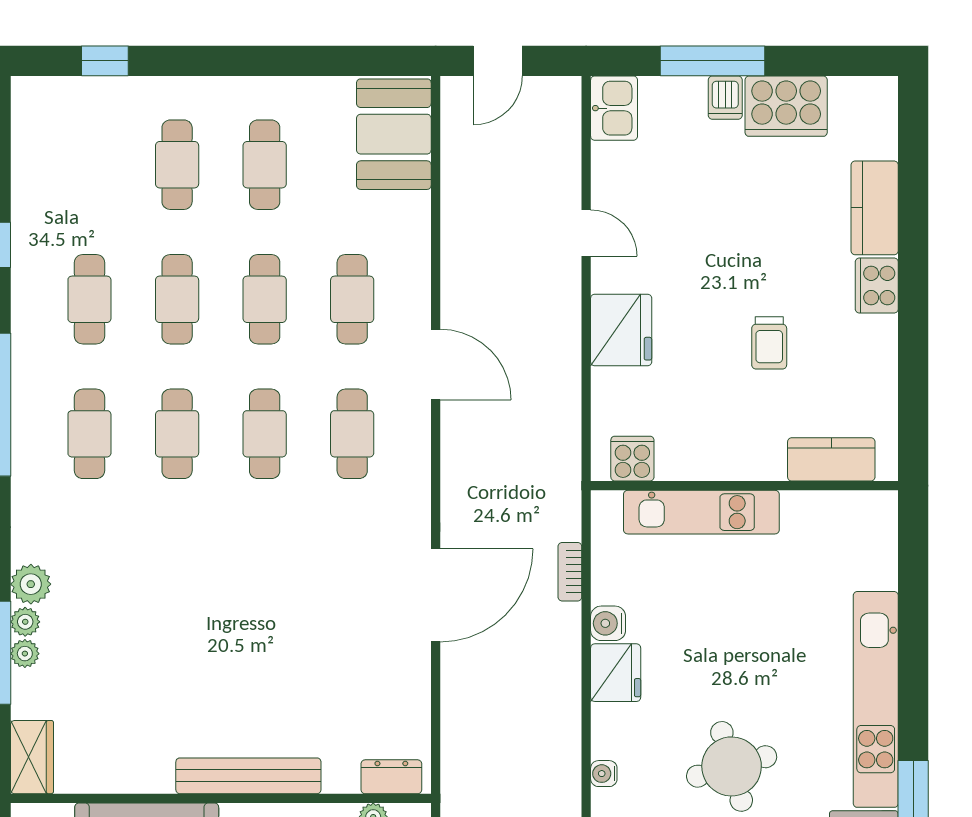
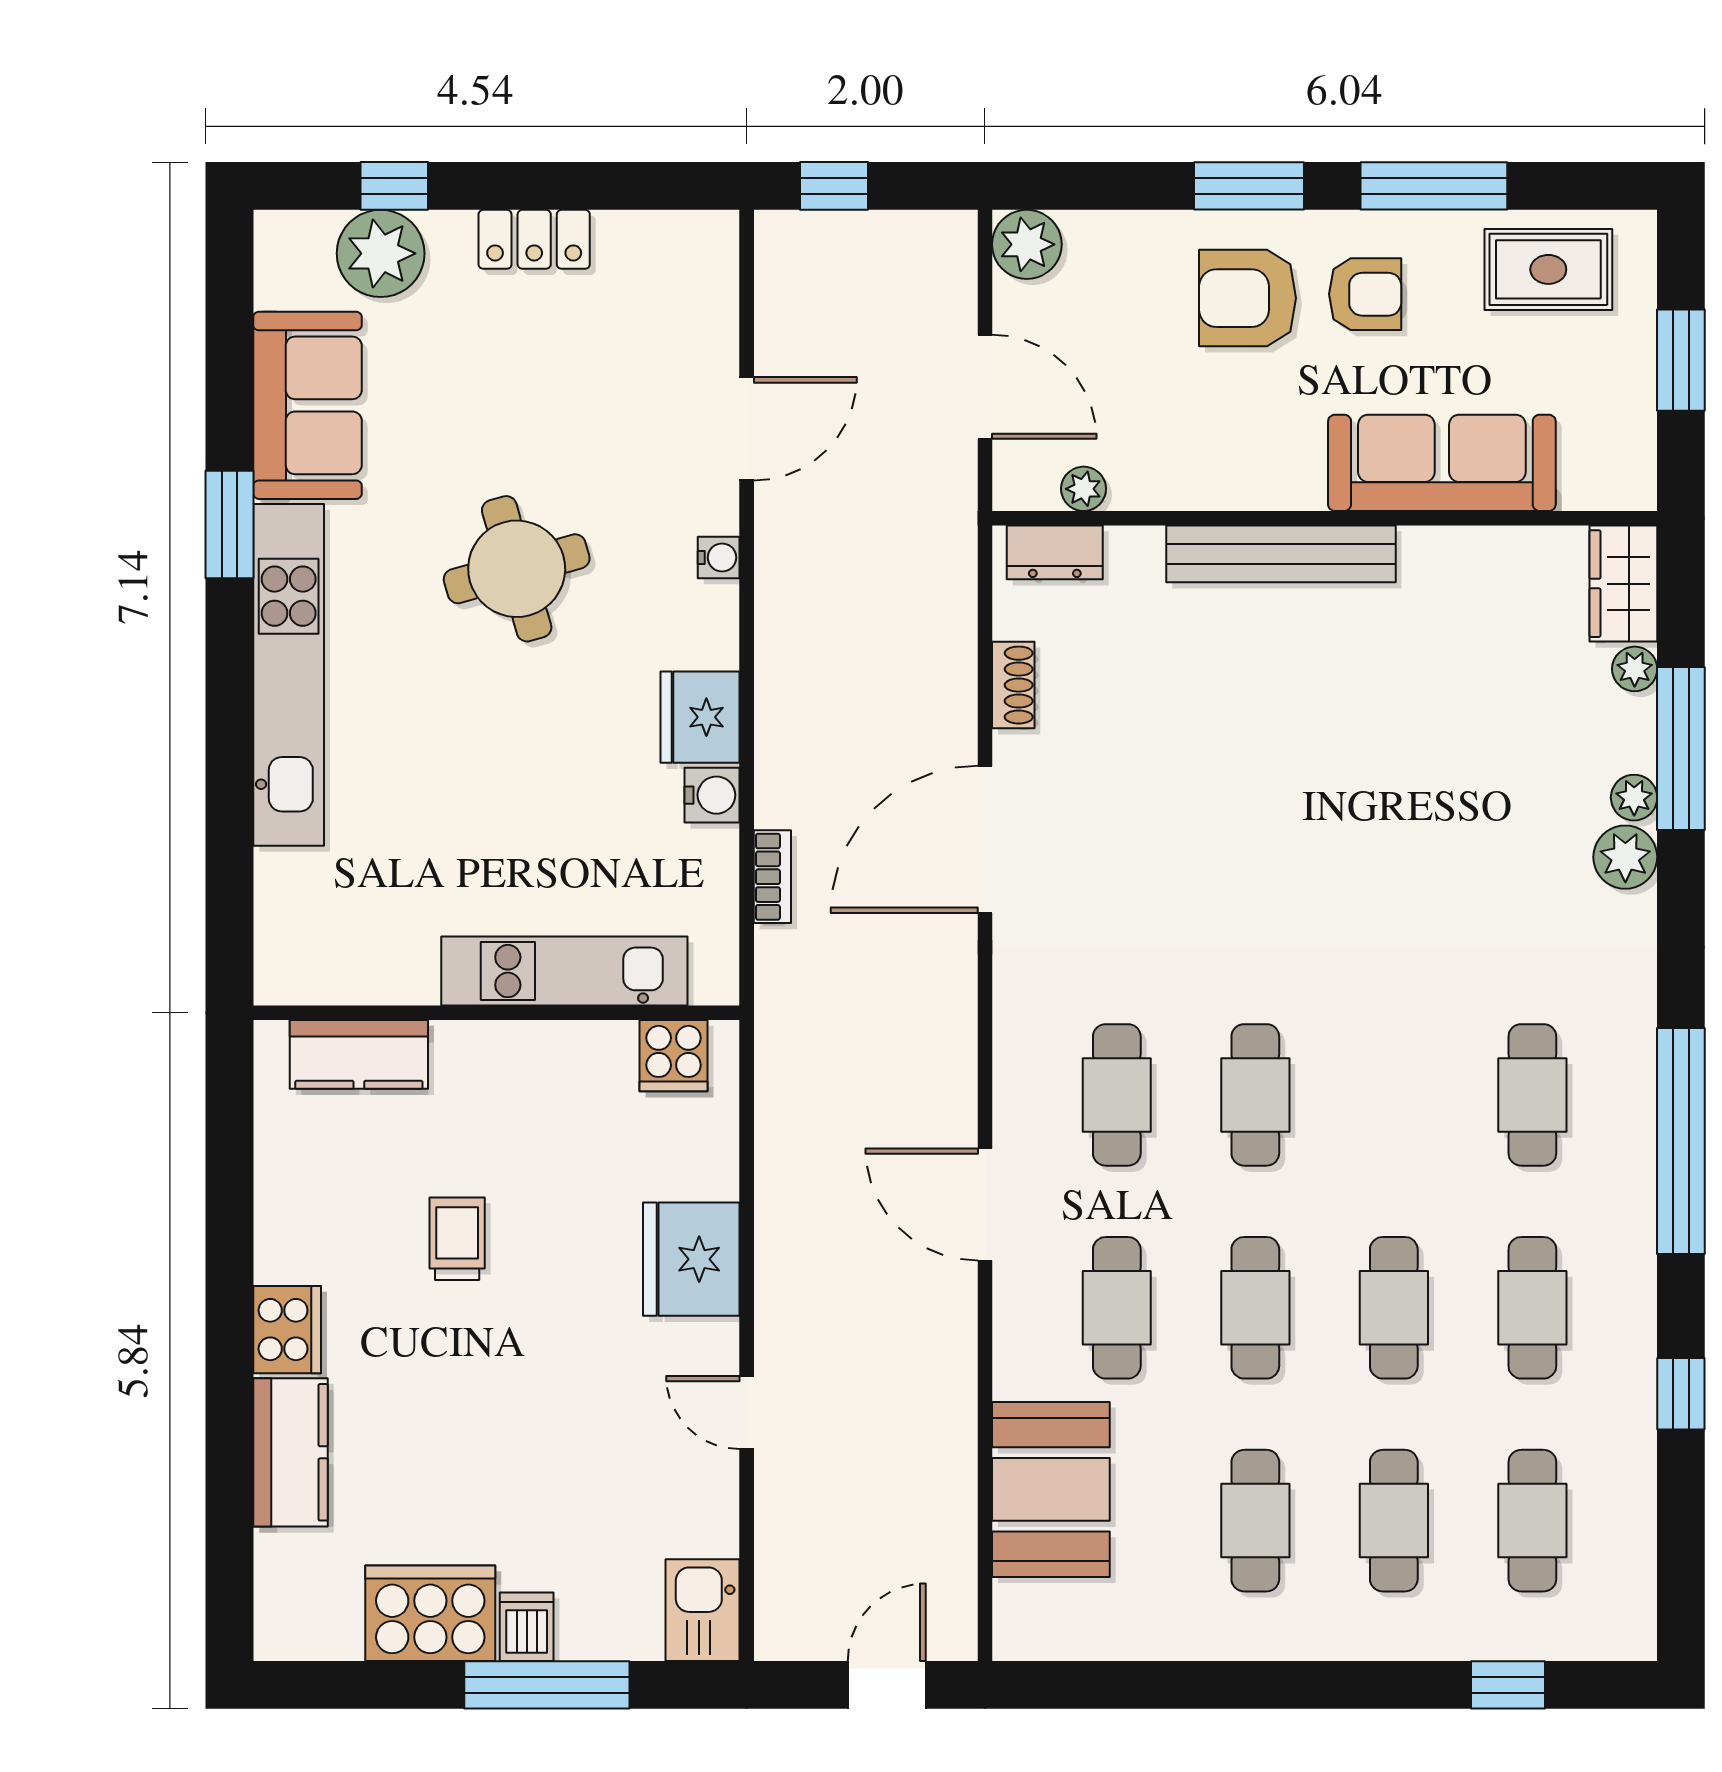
booth: (394, 134) -> (1051, 1489), moved
cafe table: (177, 434) -> (1532, 1521), moved
plant: (25, 654) -> (1635, 669), moved
shoe rack: (418, 693) -> (1013, 685), added

